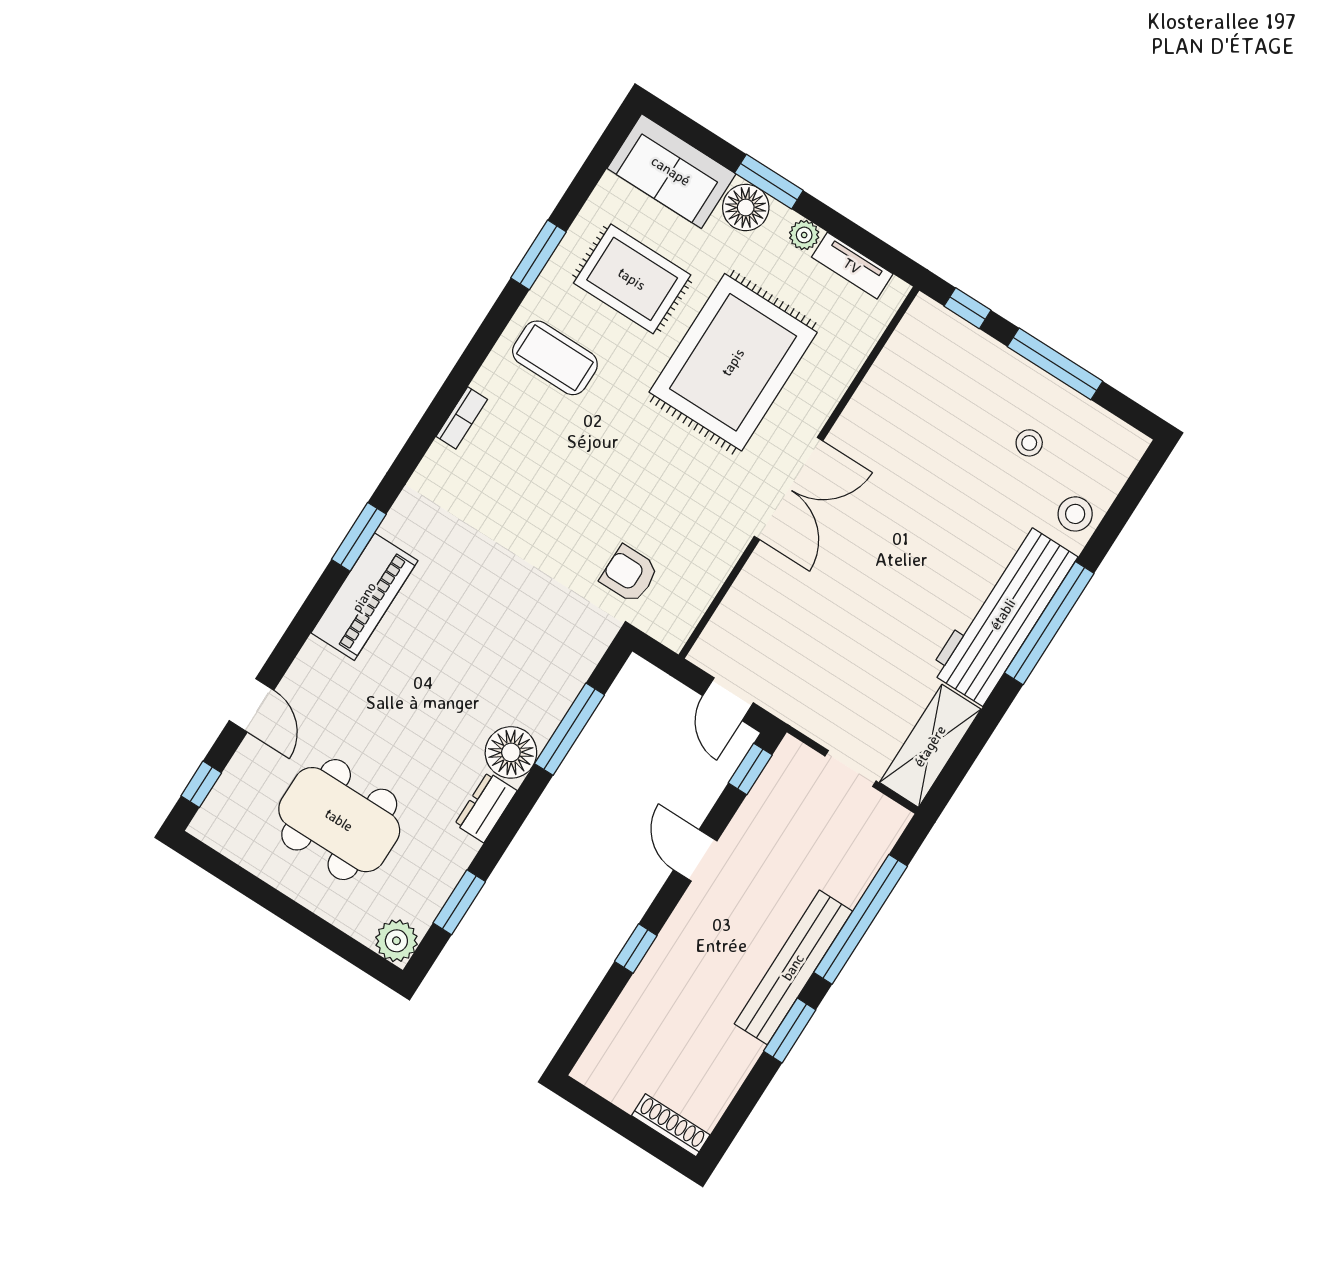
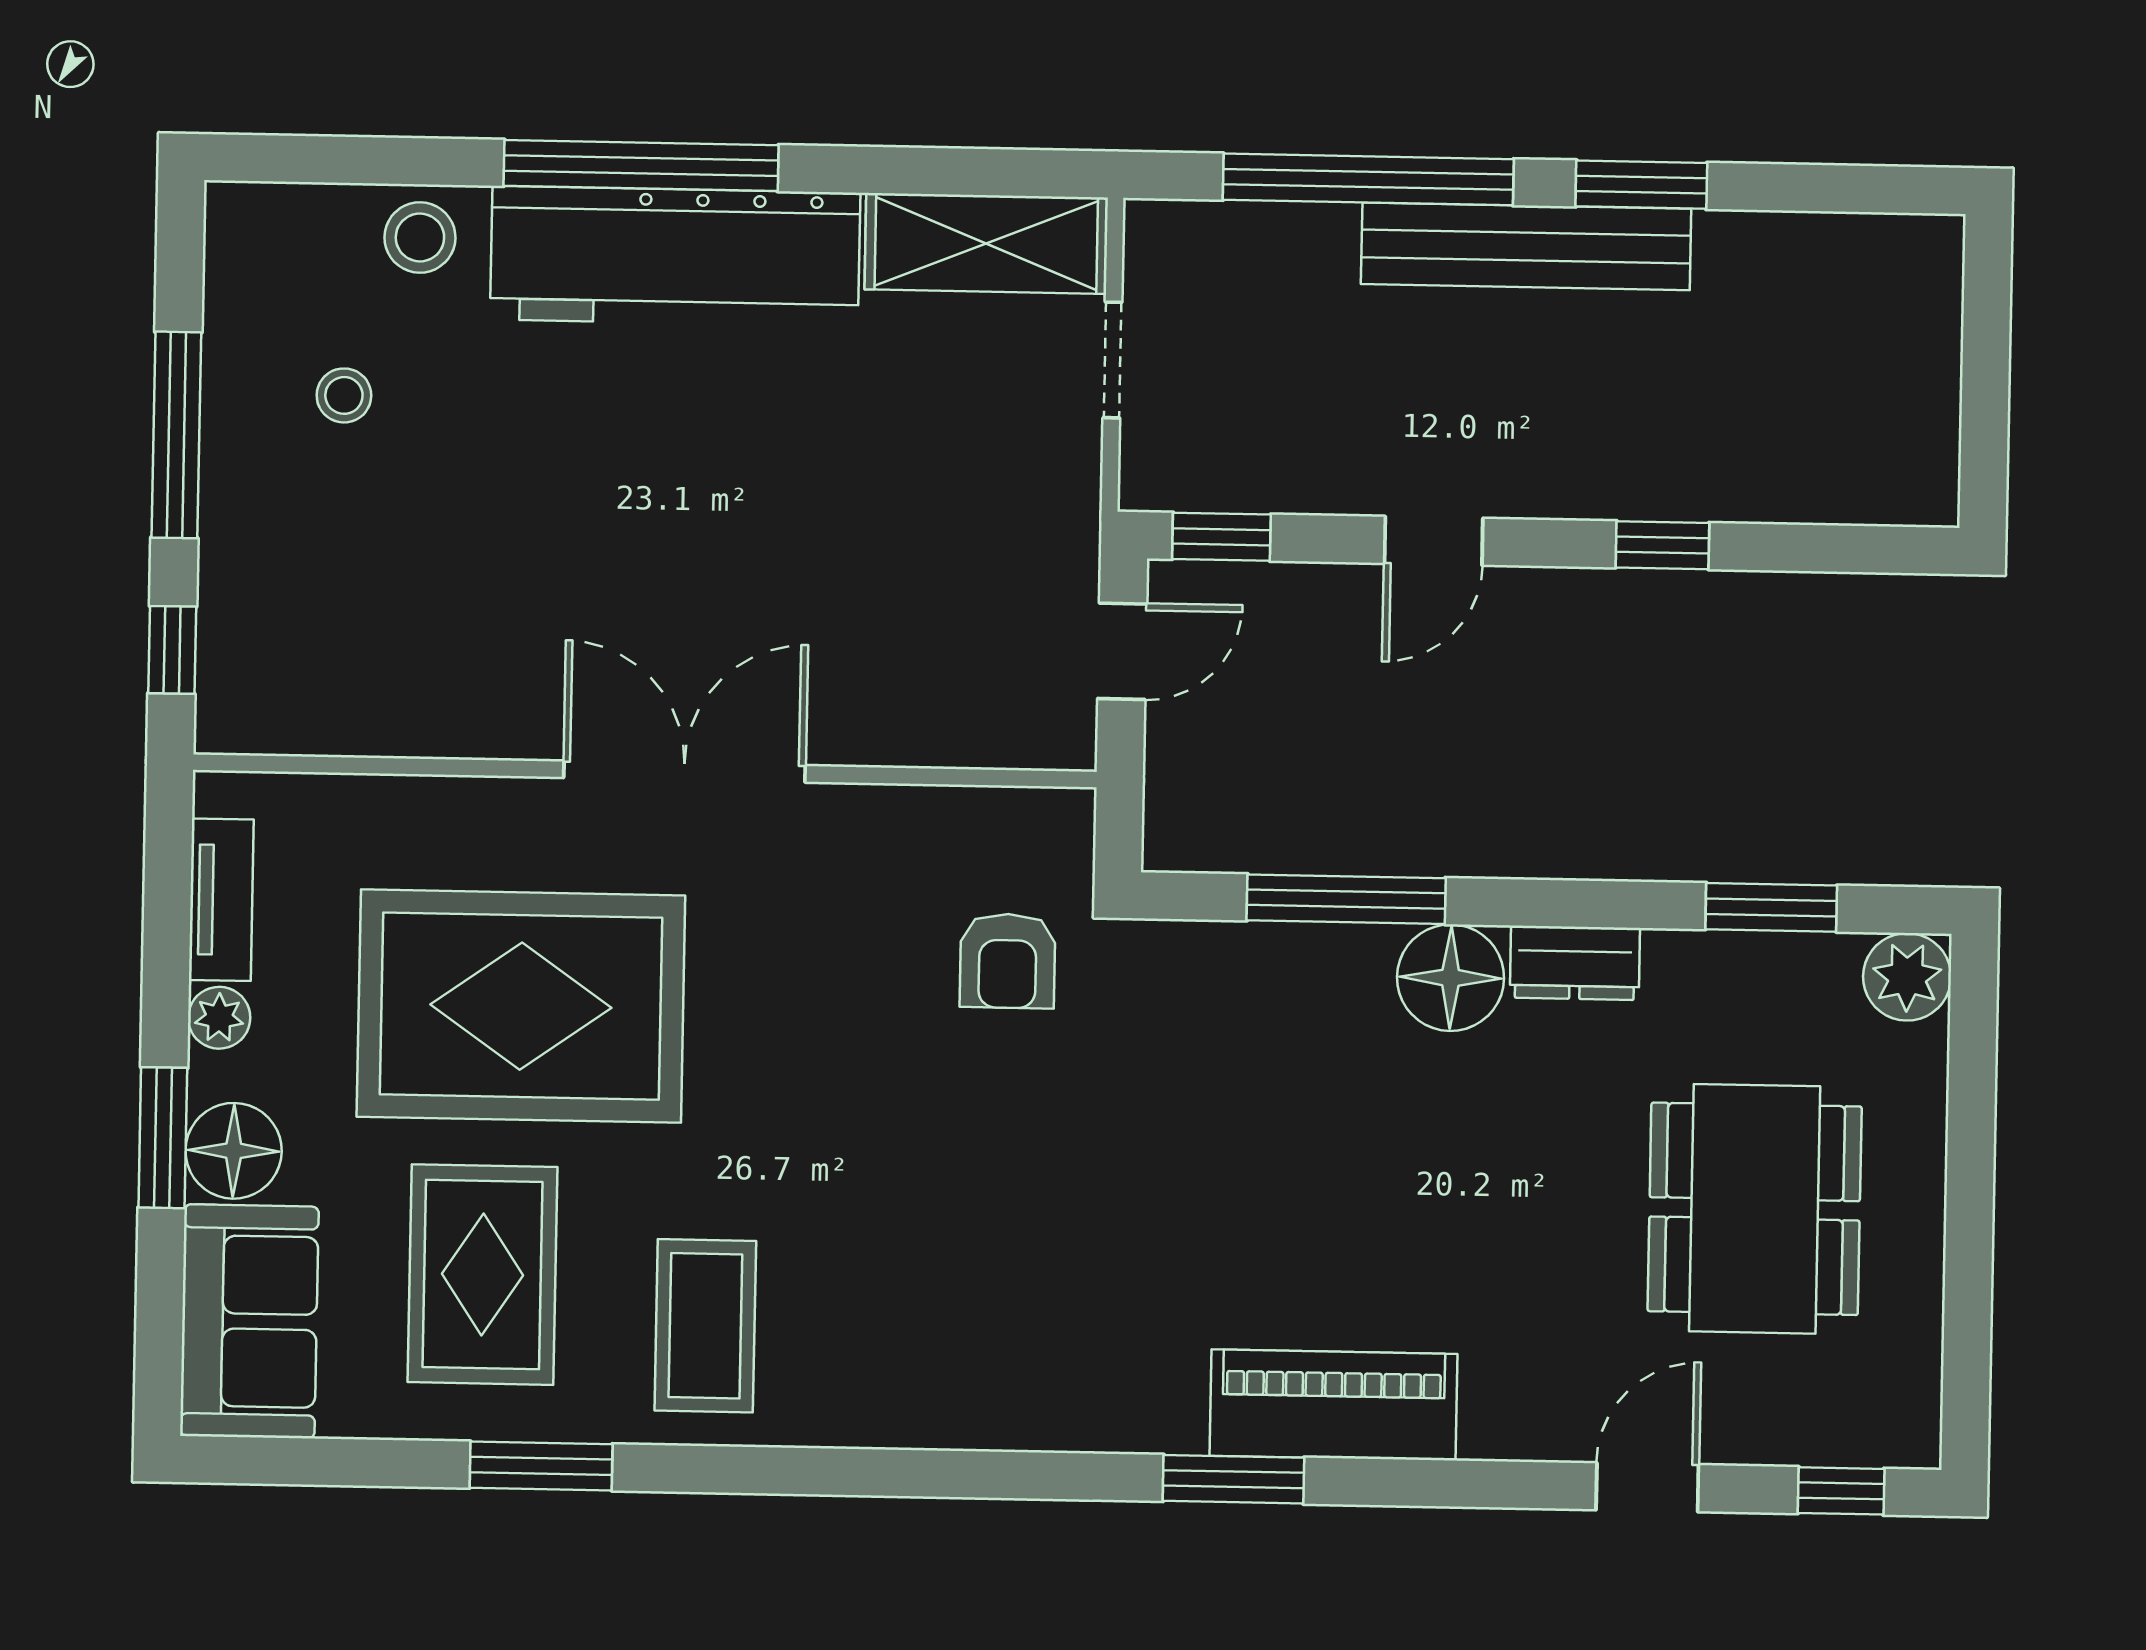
bookcase: (462, 418) -> (912, 1426), removed
shoe rack: (671, 1125) -> (1937, 293), removed

